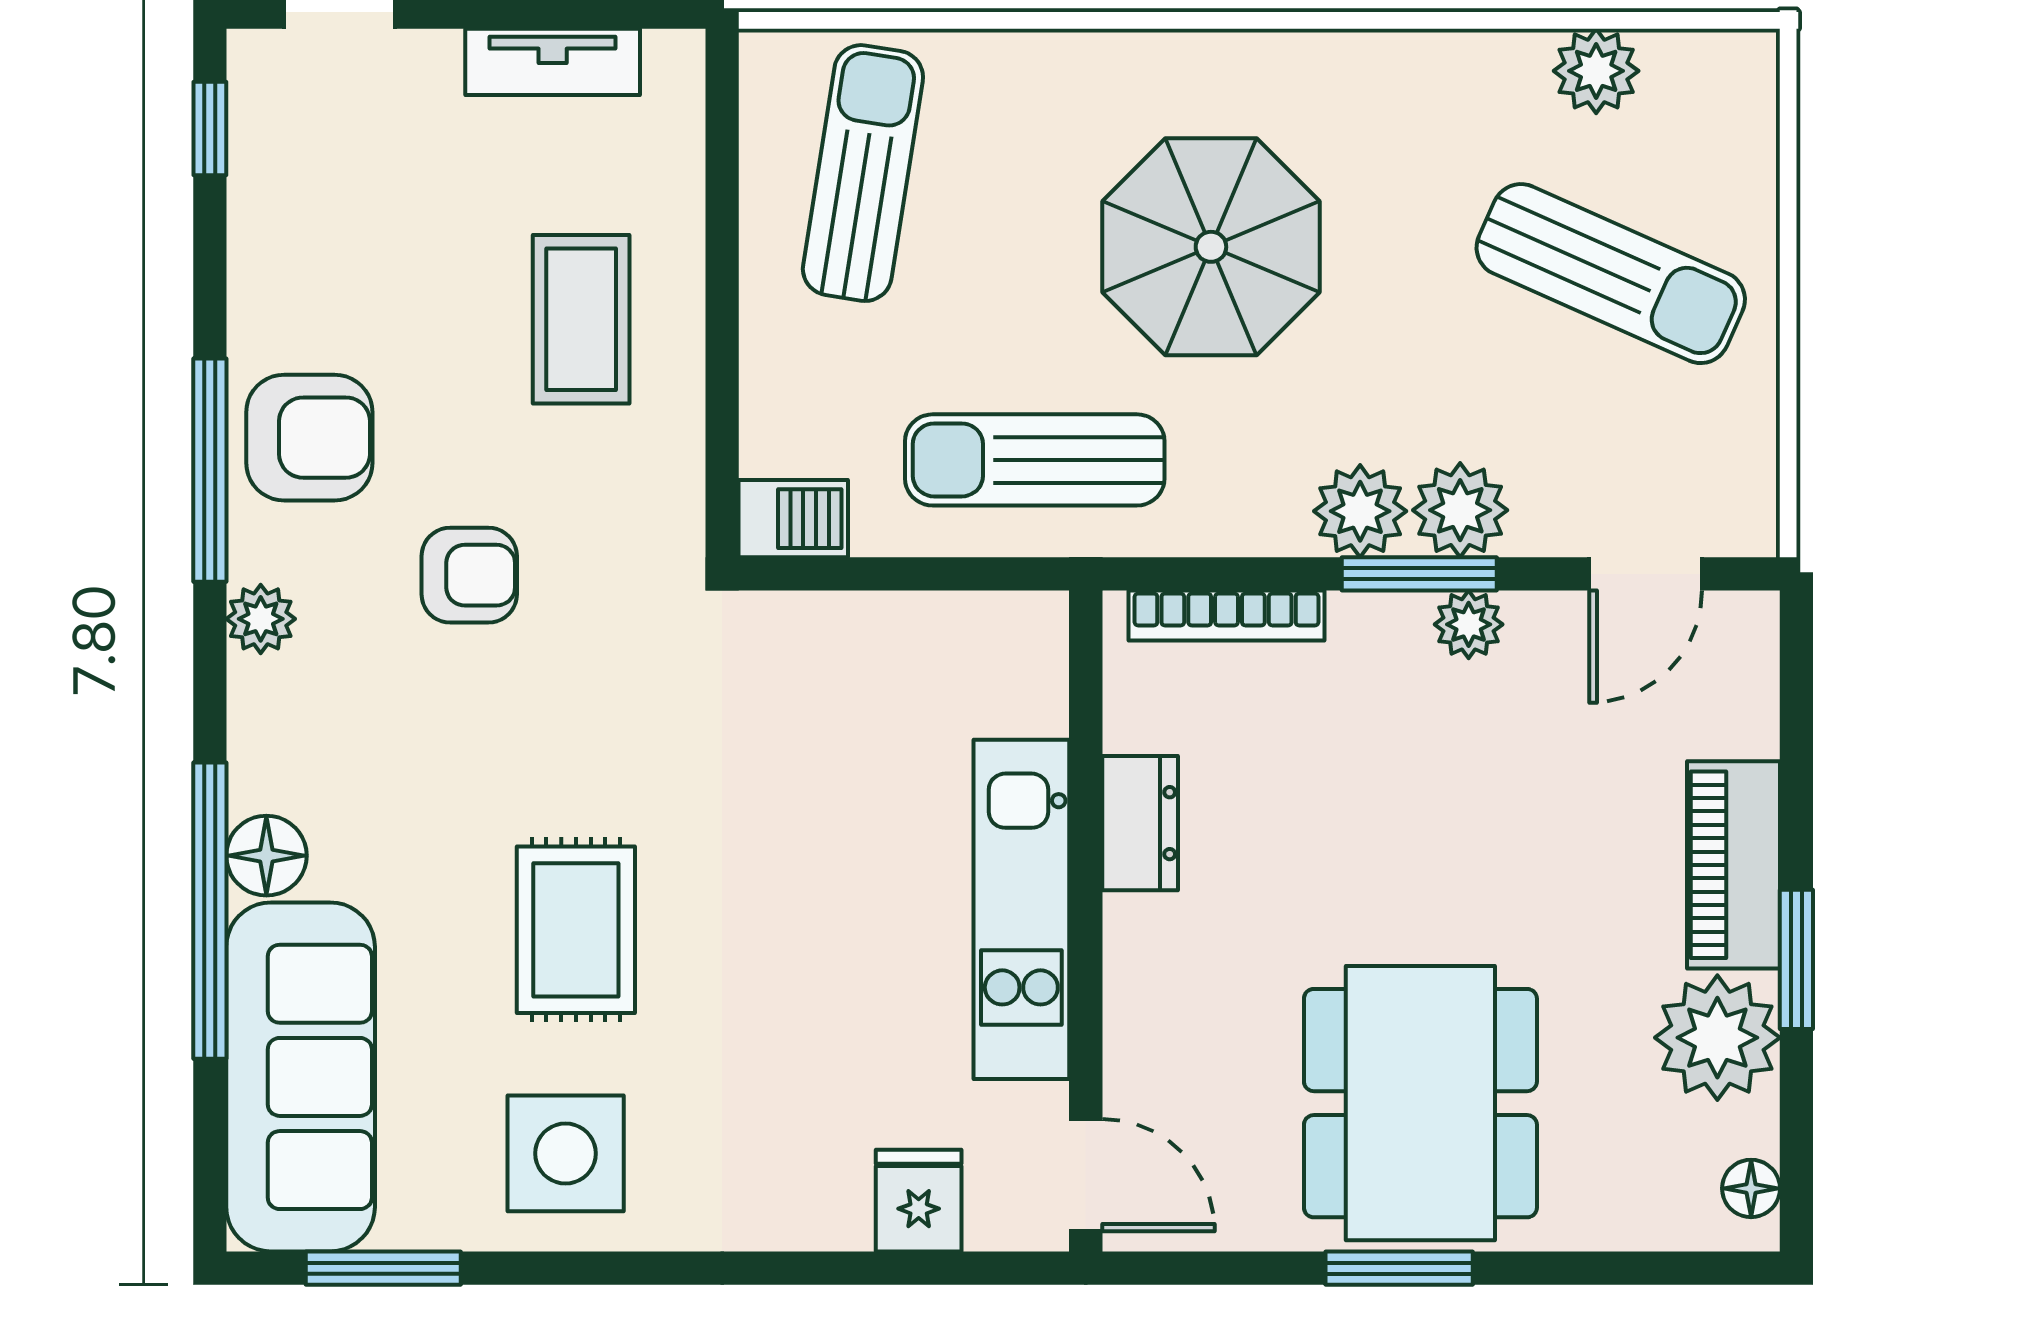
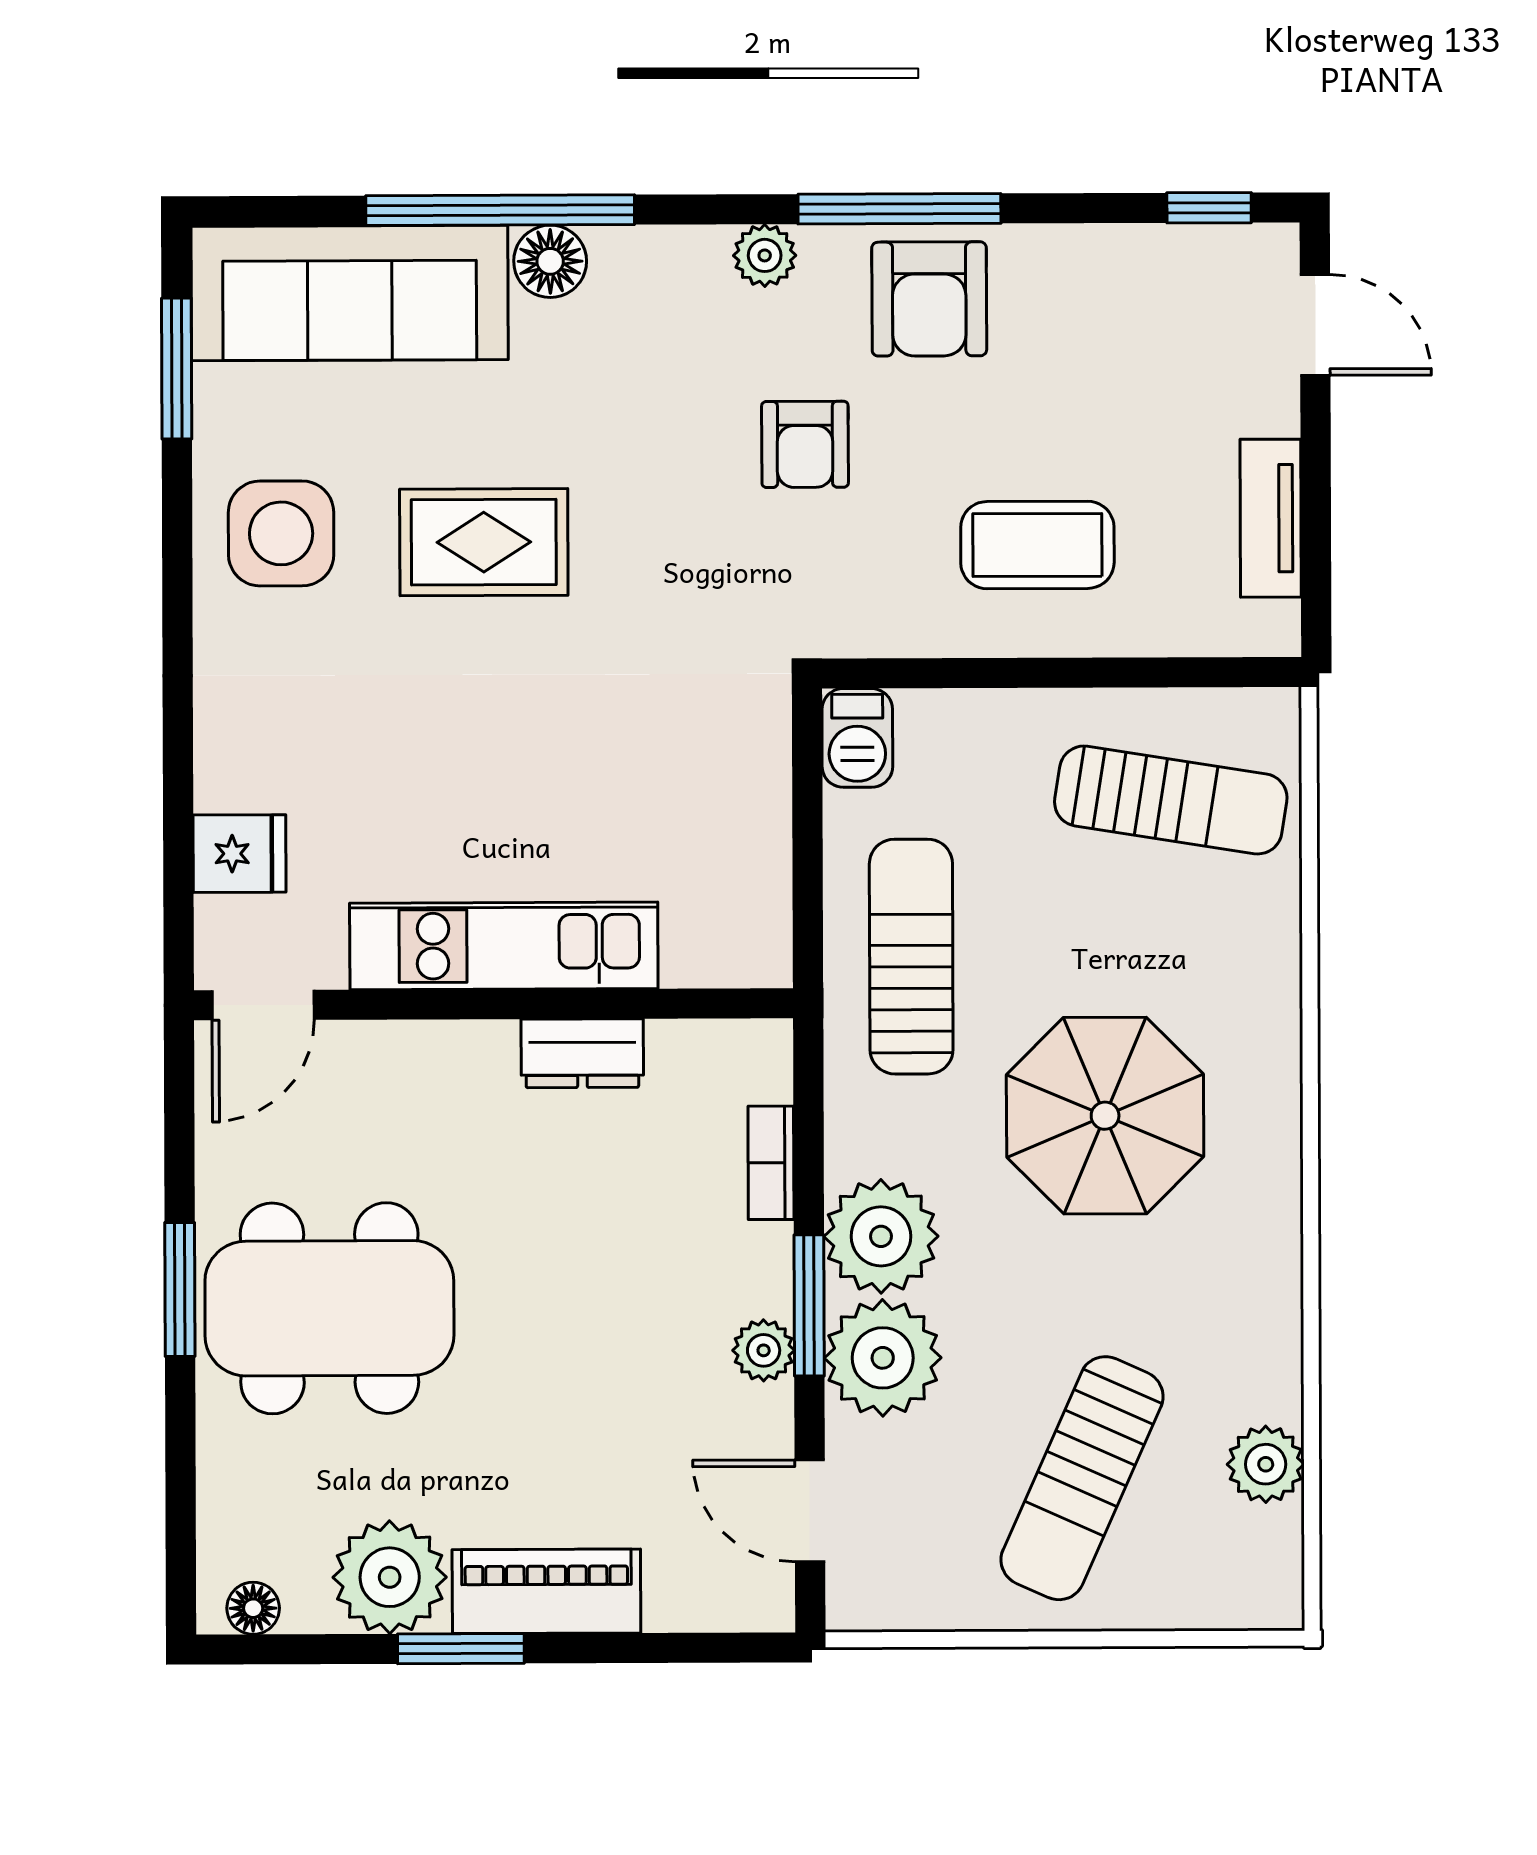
plant: (1460, 510) -> (883, 1358), width x1.36, depth x1.36
plant: (1360, 511) -> (881, 1236), width x1.36, depth x1.36
bookcase: (1226, 616) -> (771, 1163), width x0.64

